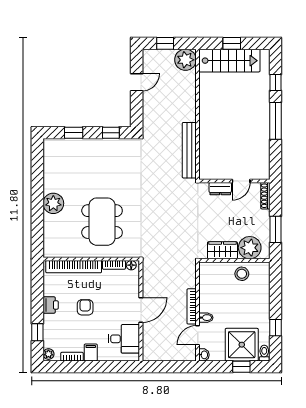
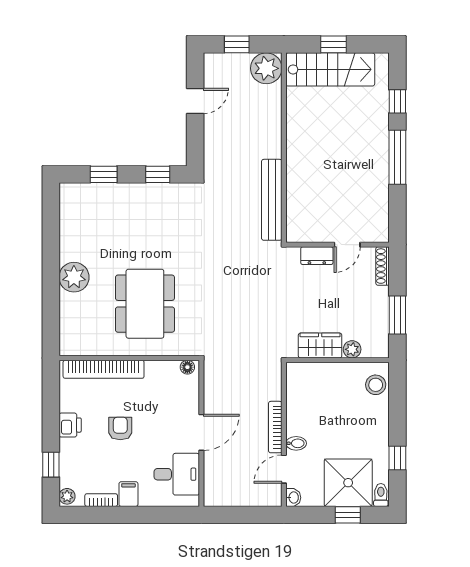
plant: (250, 248) -> (352, 349), width x0.53, depth x0.53
bookcase: (114, 265) -> (162, 367), removed
stool: (242, 274) -> (376, 385), moved

